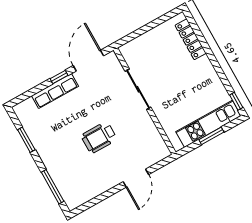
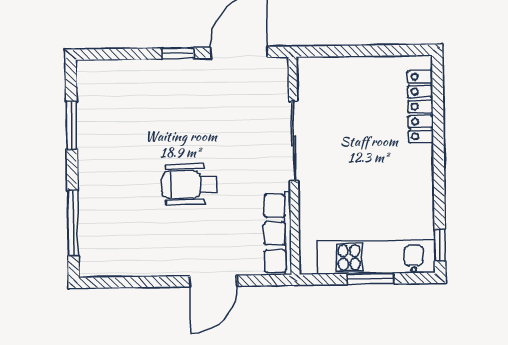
row of seats: (55, 91) -> (278, 233), moved, turned 90

